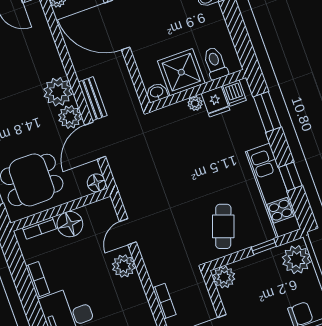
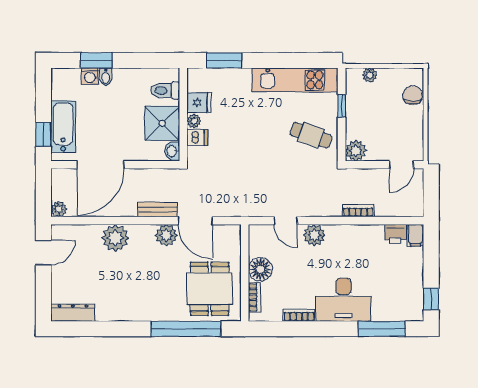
plant: (58, 92) -> (115, 238), moved
dishwasher: (234, 93) -> (197, 137), moved
window: (290, 176) -> (288, 60), removed
floor lamp: (96, 183) -> (233, 233), removed
plant: (296, 260) -> (370, 75), width x0.53, depth x0.53

